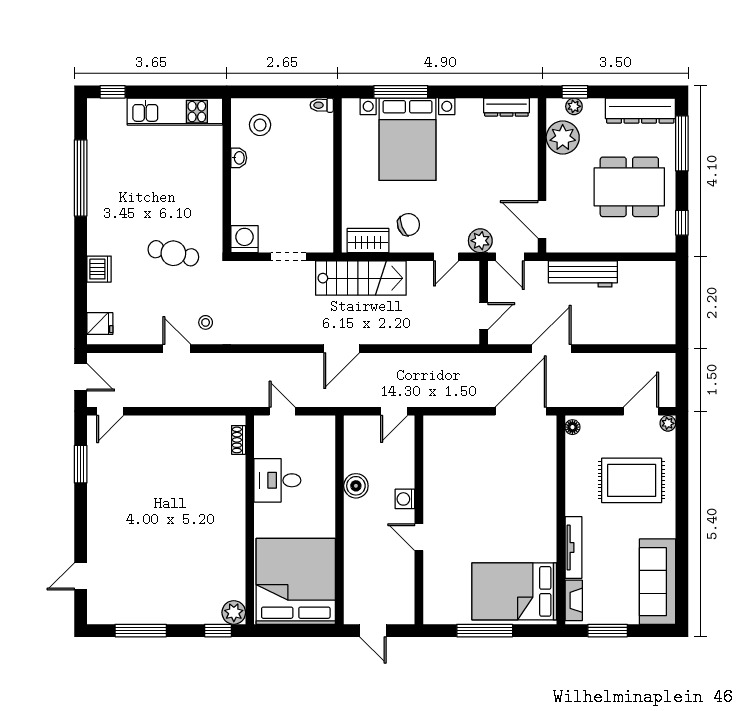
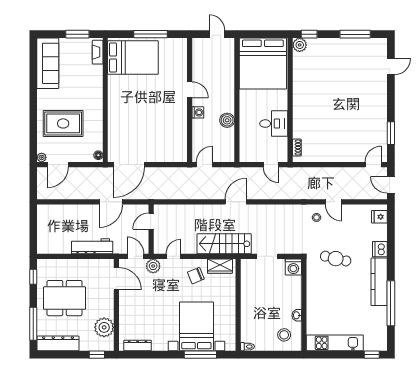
plant: (574, 106) -> (97, 346), removed
kitchen counter: (100, 214) -> (379, 282), added
tv unit: (573, 548) -> (98, 84), removed

